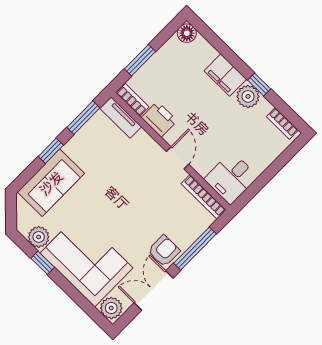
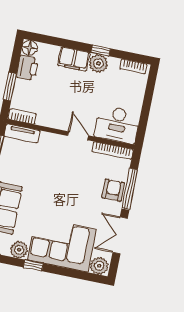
printer: (159, 119) -> (27, 68), moved, turned 90
desk: (231, 178) -> (117, 124), width x1.37
armchair: (164, 251) -> (113, 190), moved

